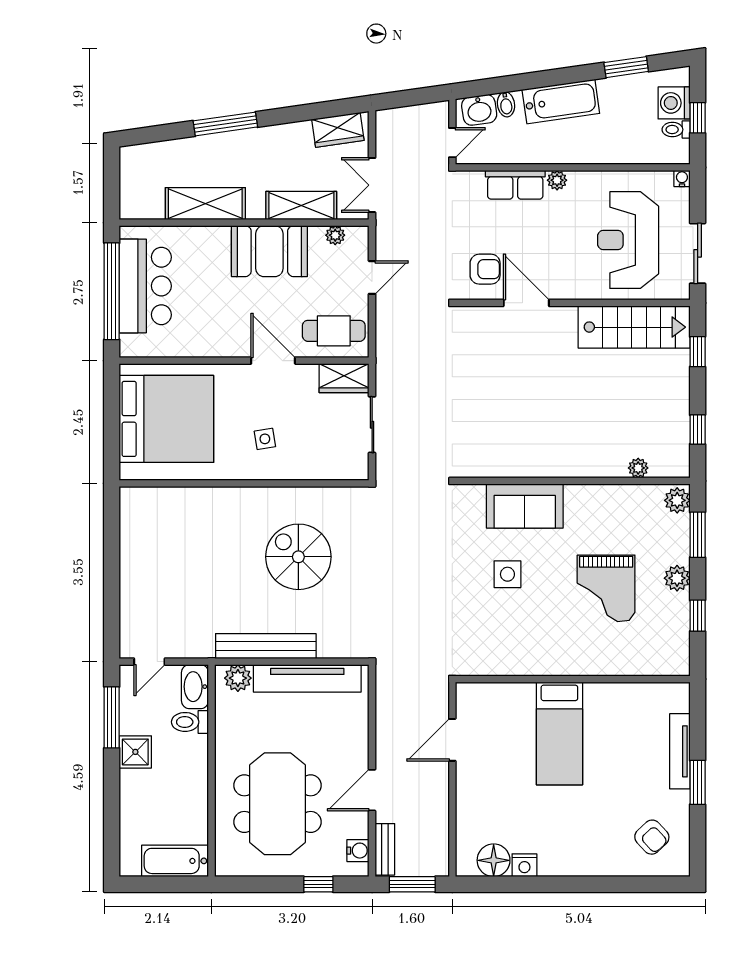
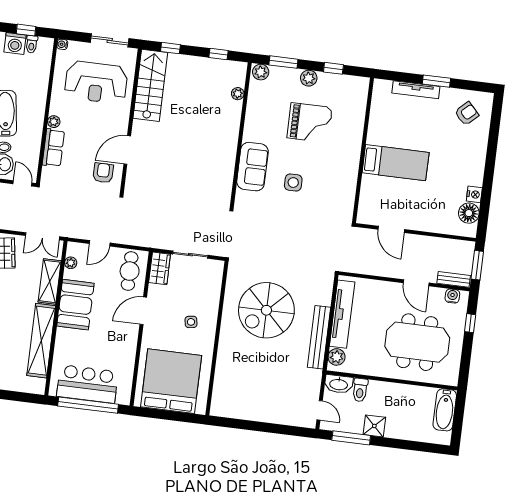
shelving: (205, 204) -> (41, 341), width x1.47
door: (372, 277) -> (100, 243), swing flipped
spiral stairs: (298, 557) -> (266, 310), width x1.37, depth x1.37

